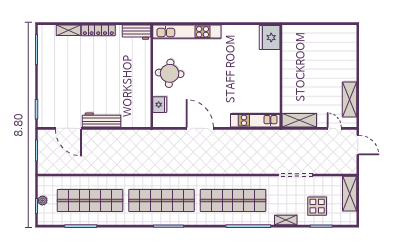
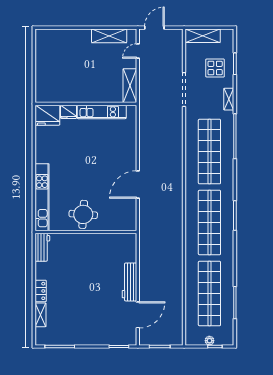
locker: (98, 30) -> (41, 291), width x0.66
fridge: (160, 105) -> (68, 112), moved, turned 180
kitchen unit: (255, 120) -> (102, 112), moved, turned -90

